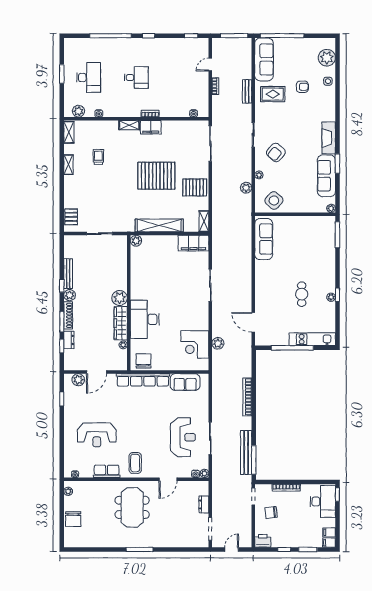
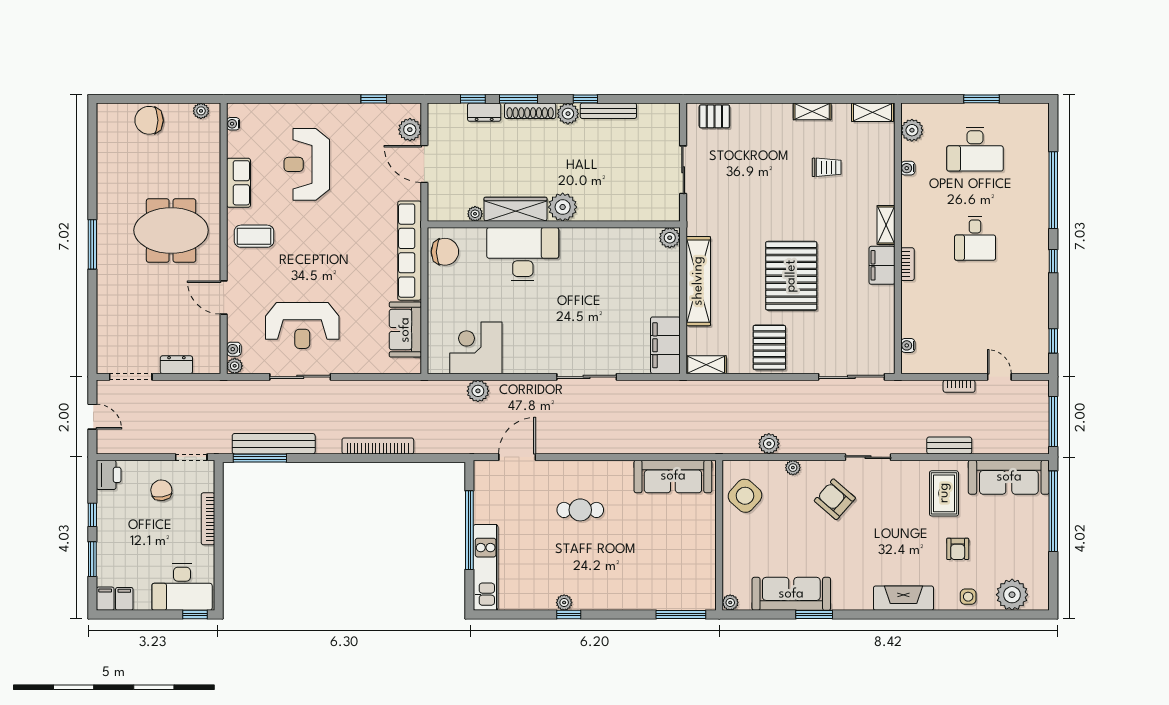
fireplace: (329, 138) -> (903, 598), moved
cafe table: (302, 294) -> (580, 510), moved

